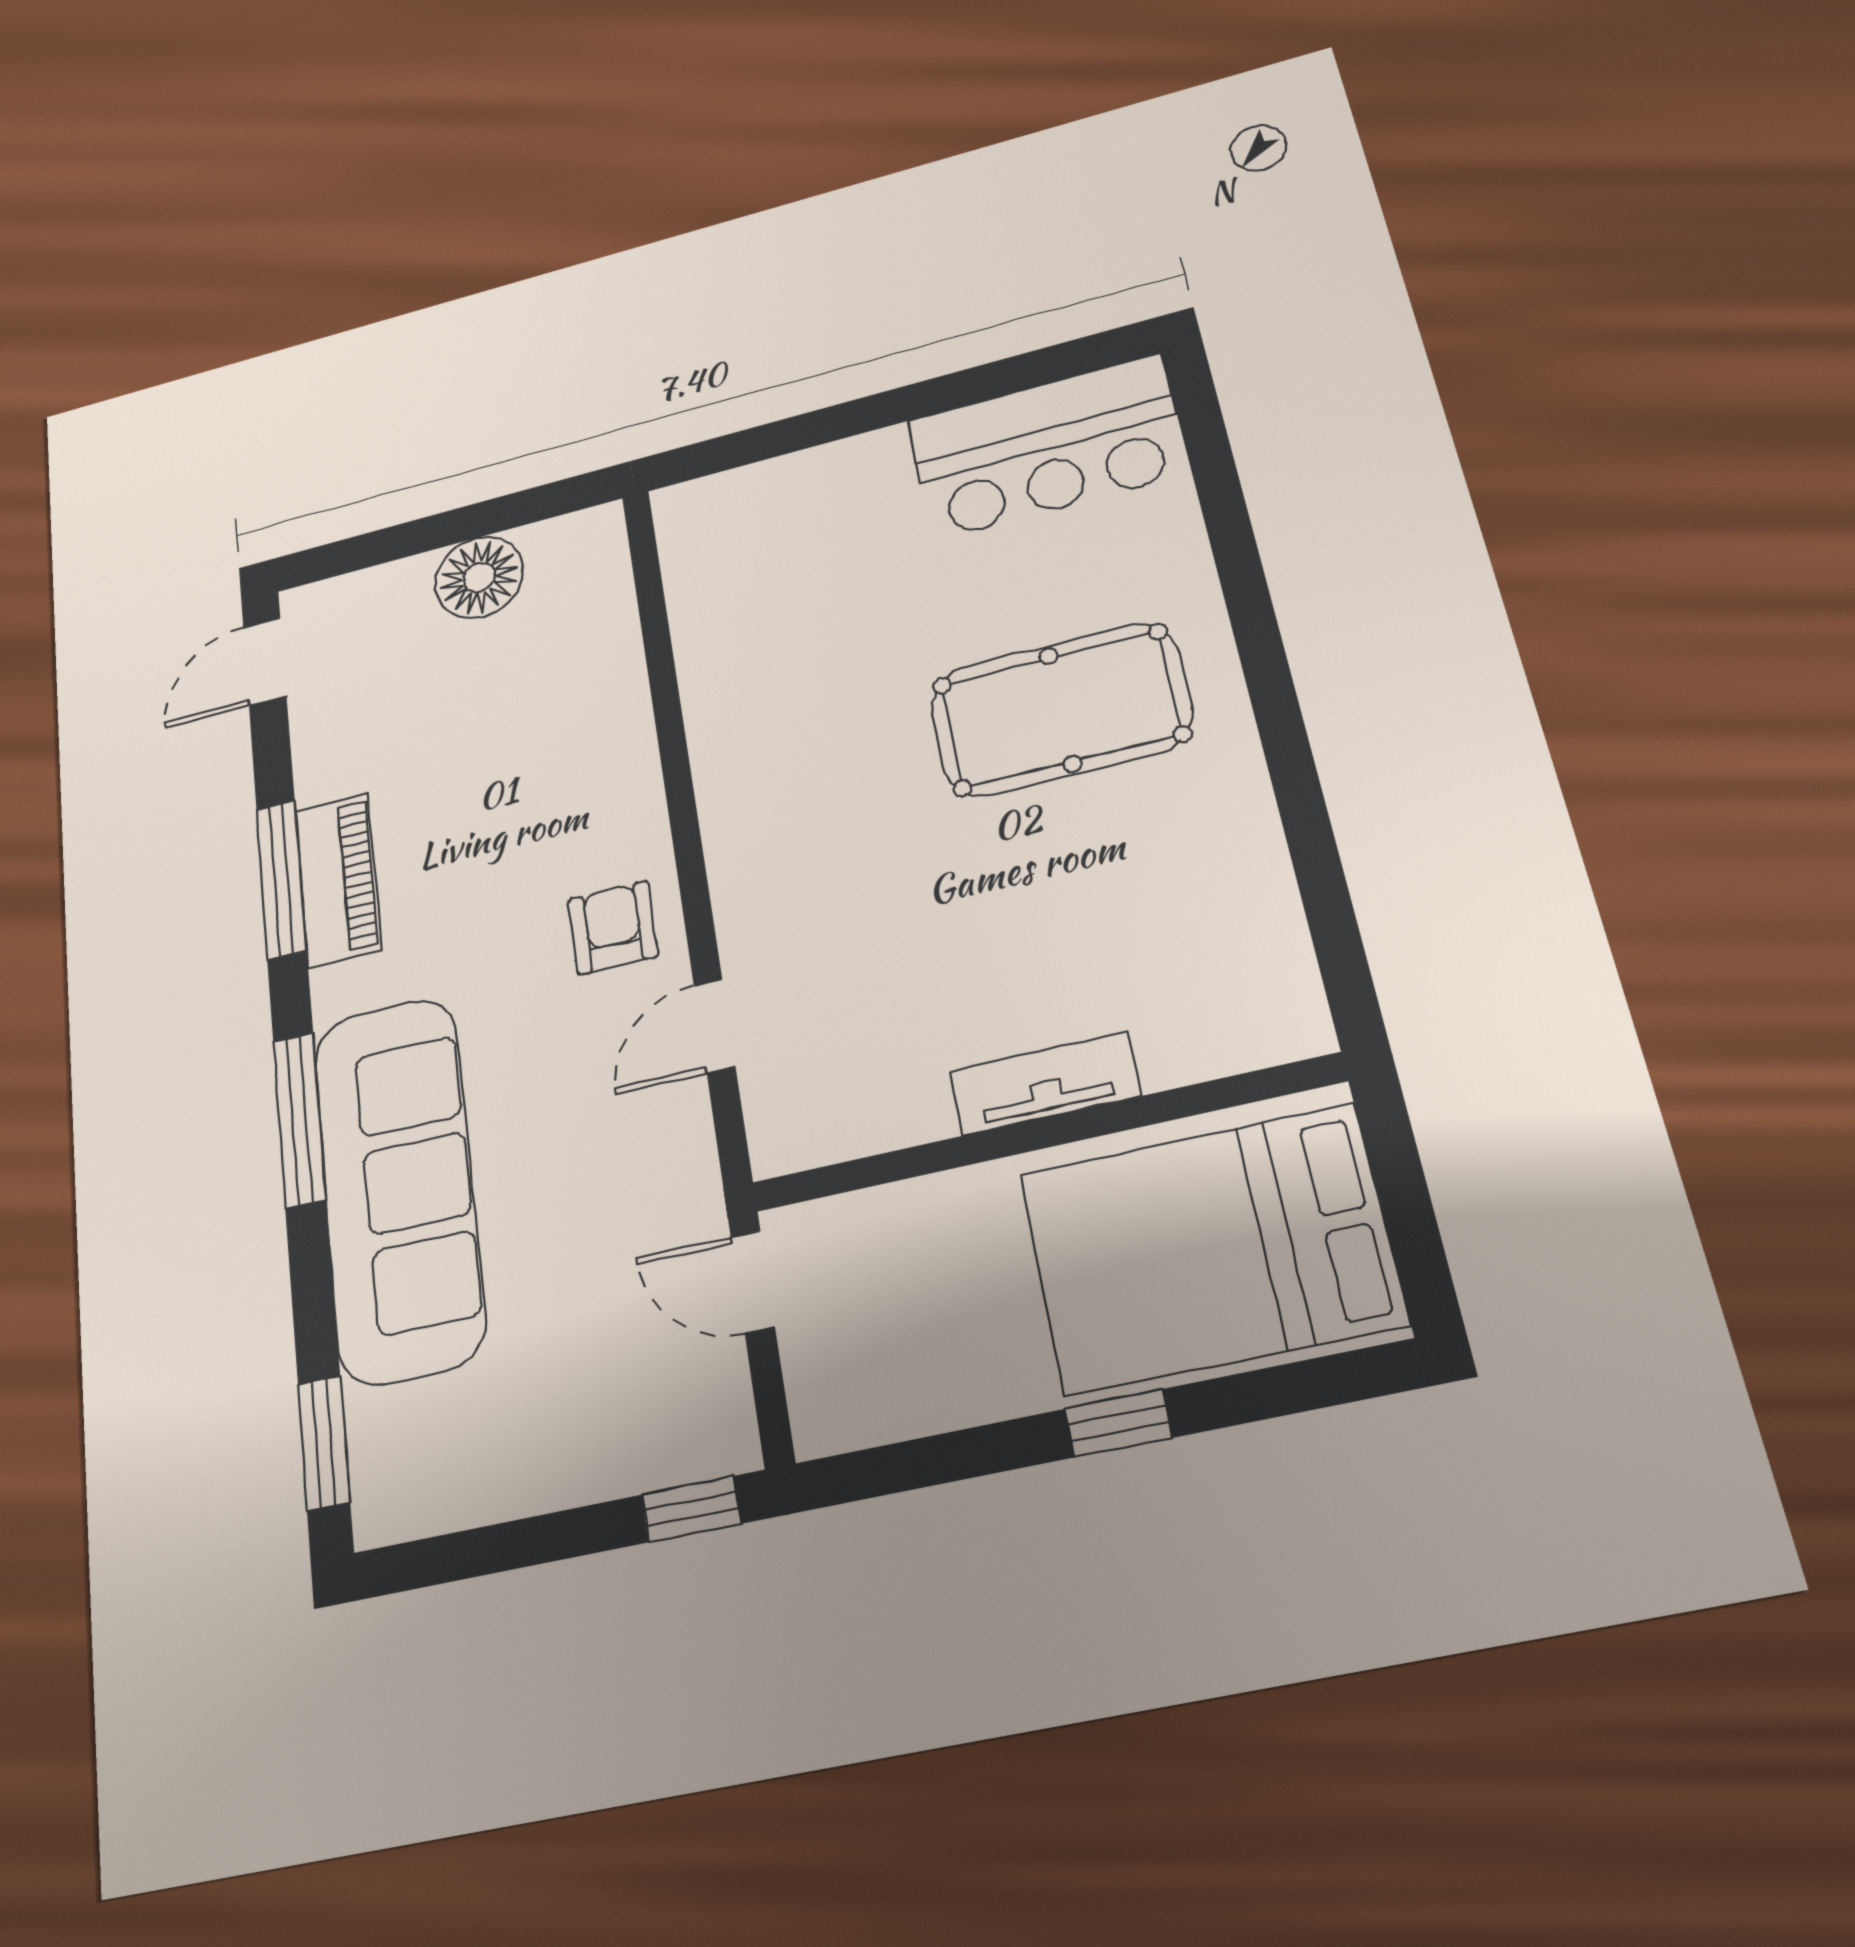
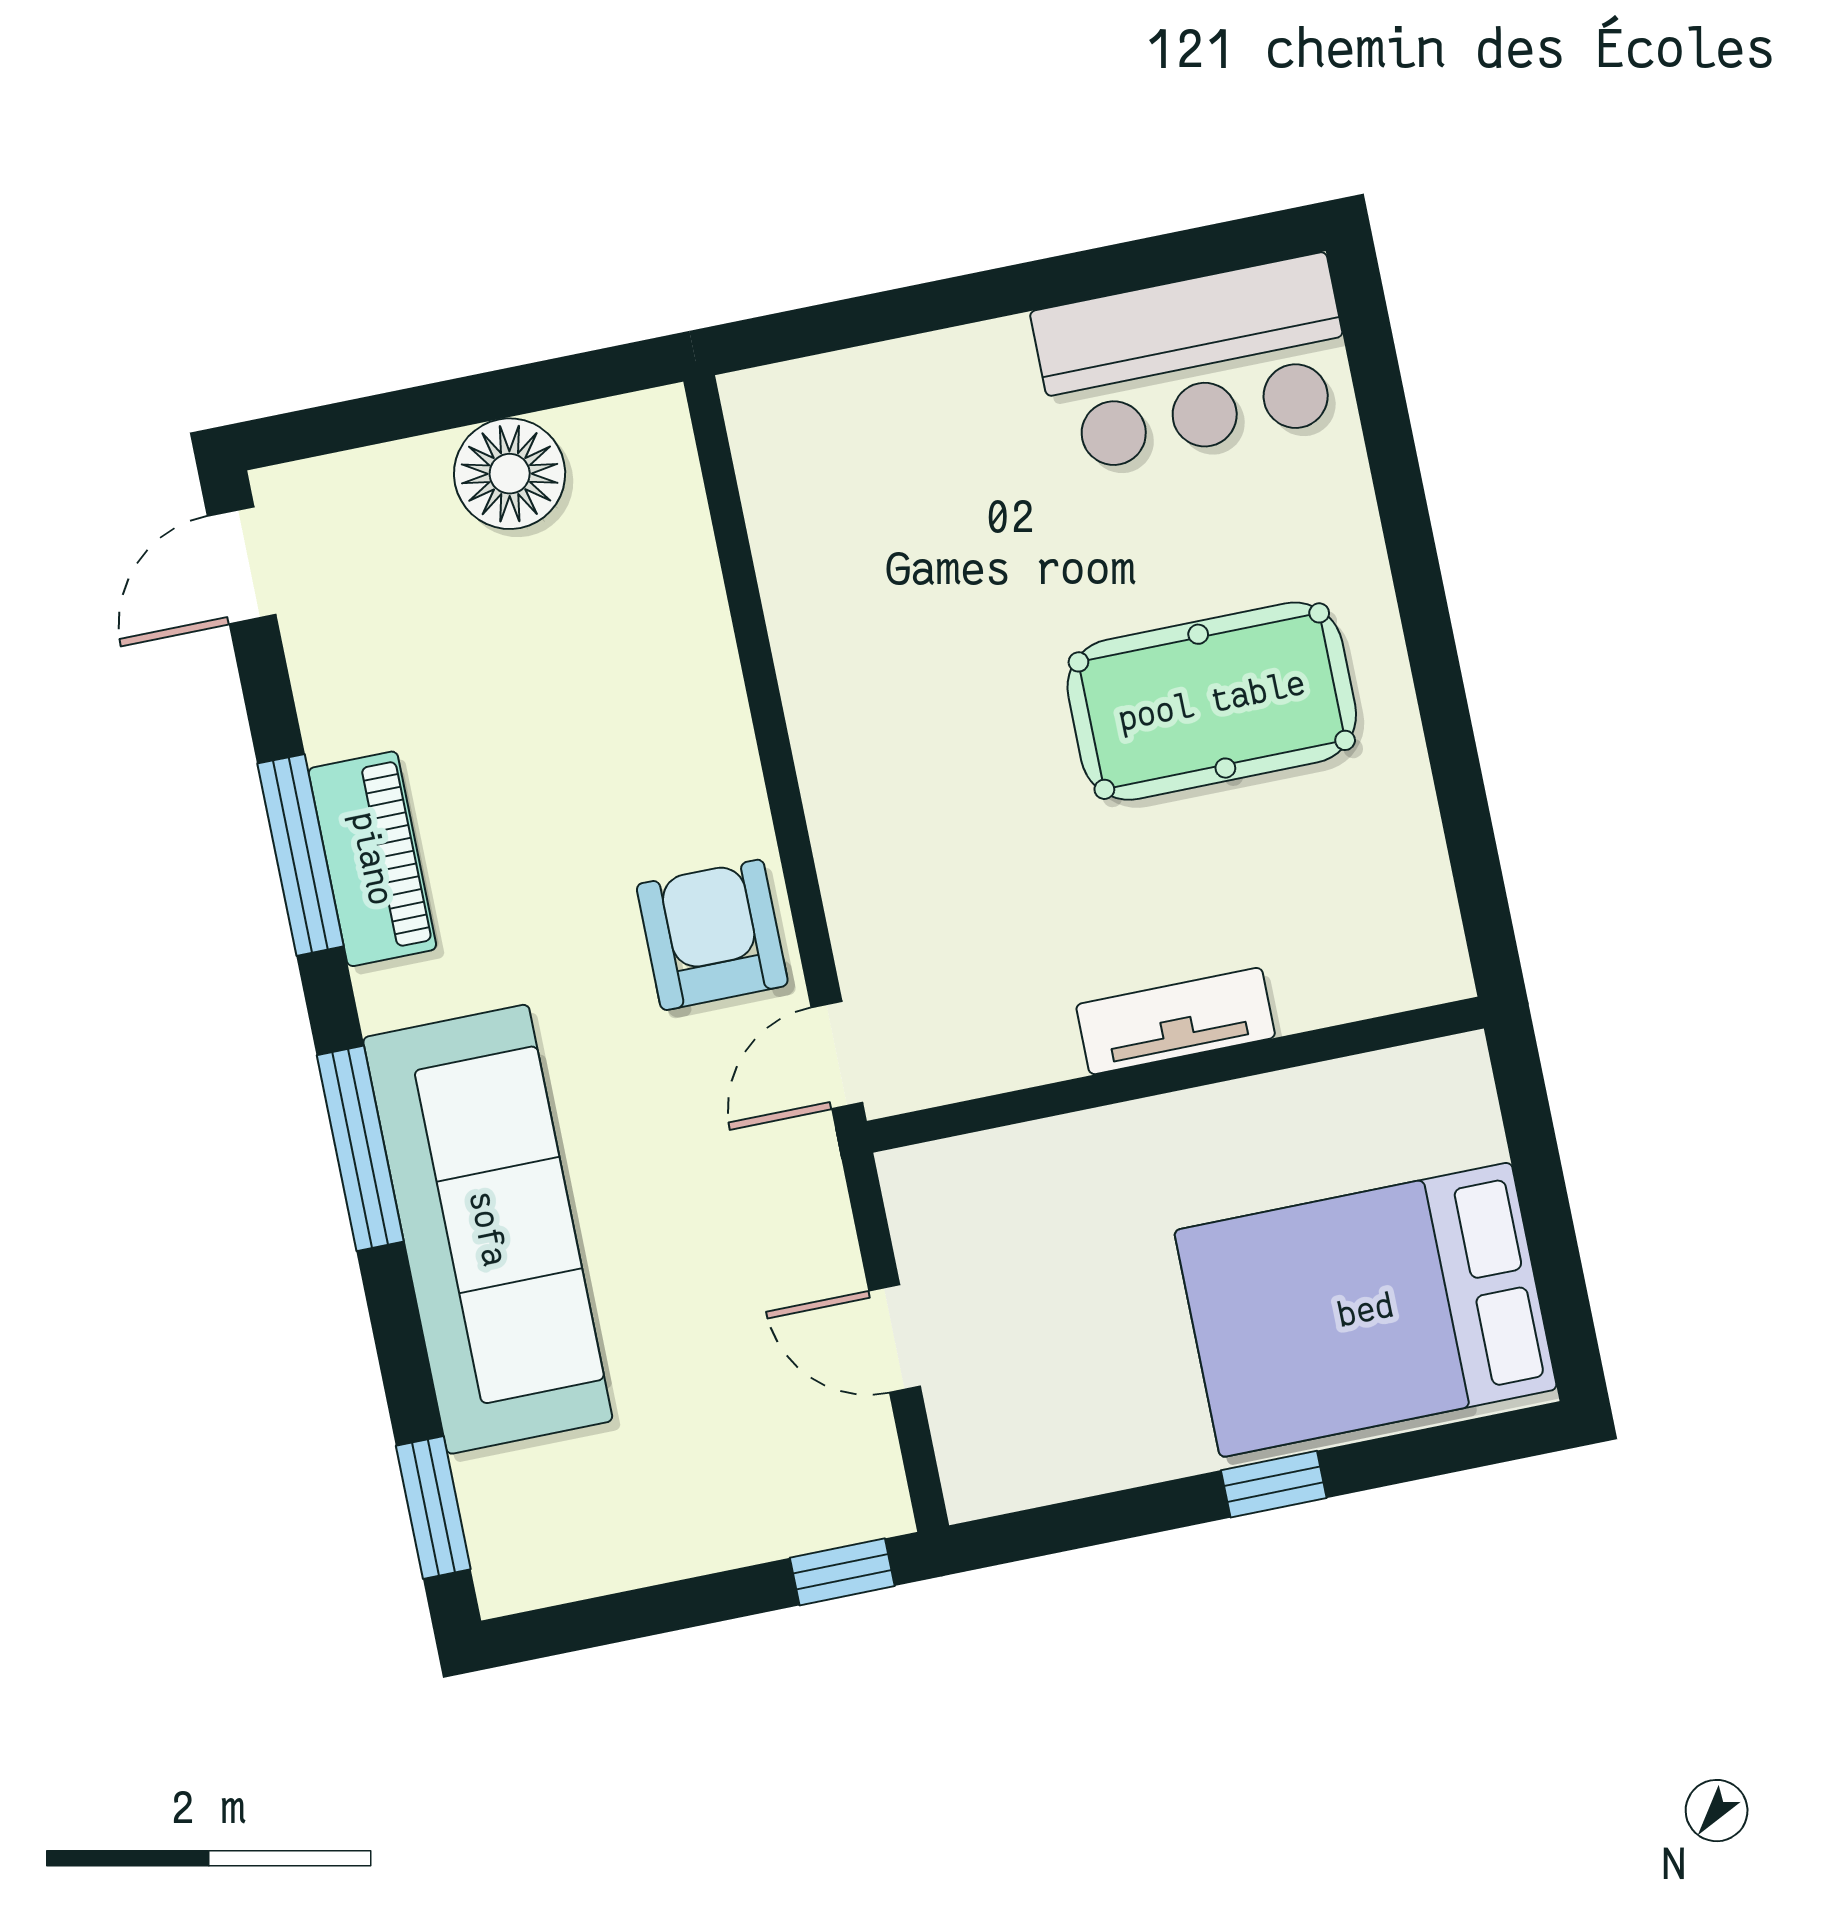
armchair: (613, 928) -> (712, 935), width x1.38, depth x1.38
tv unit: (1045, 1084) -> (1176, 1021), moved
wall: (1044, 1133) -> (1175, 1075), moved

